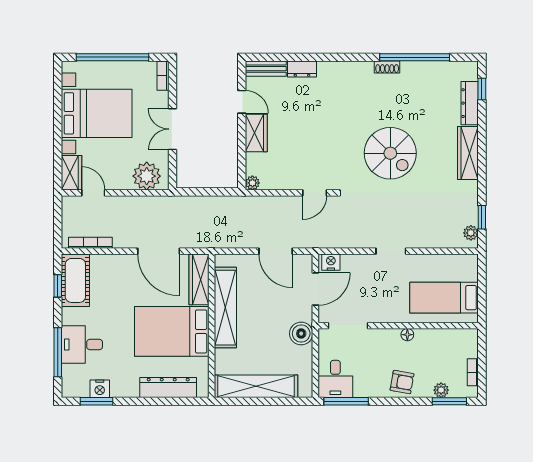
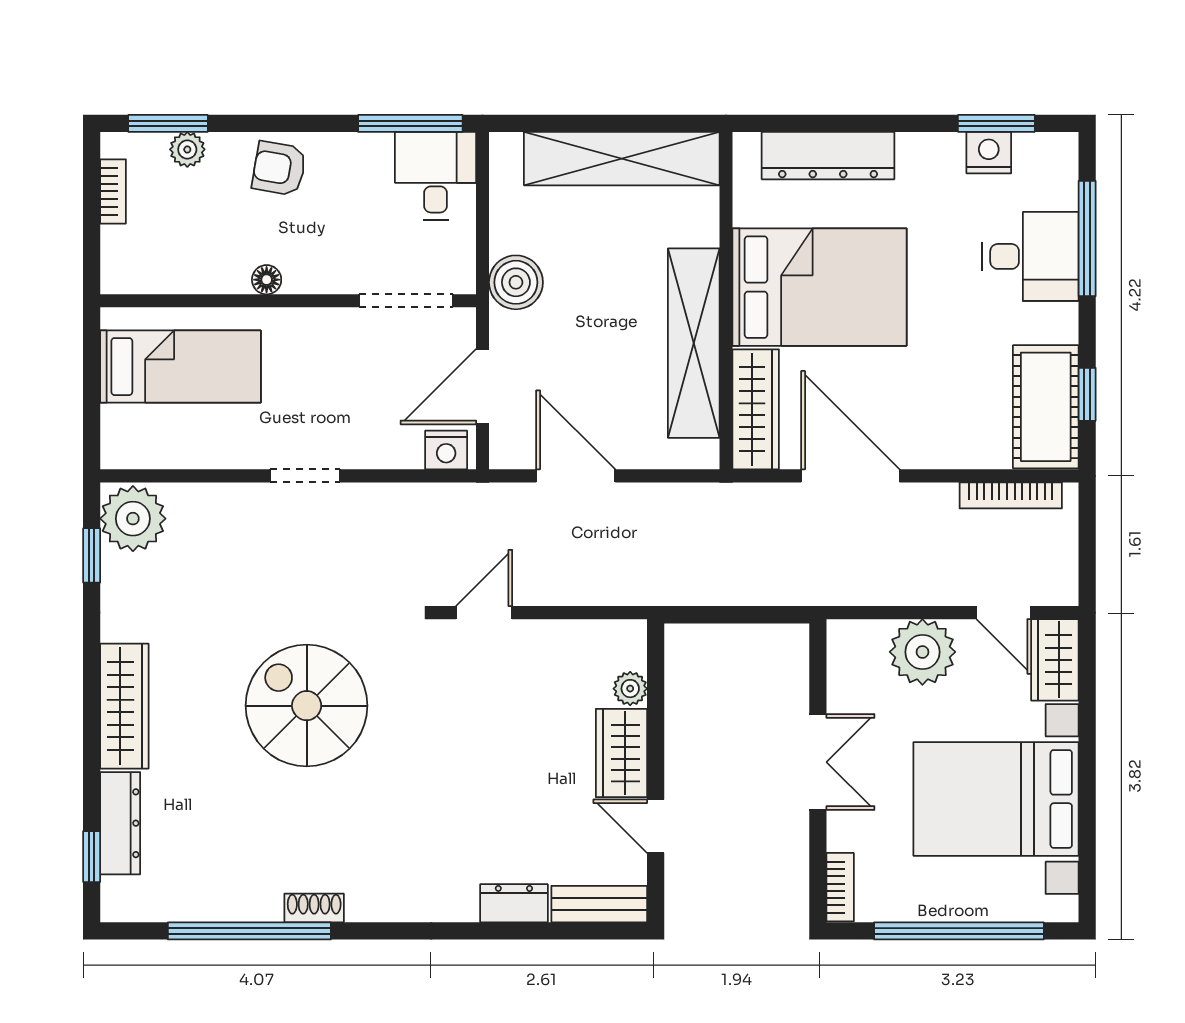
plant: (147, 176) -> (922, 652), moved
plant: (252, 183) -> (630, 689), moved
plant: (471, 233) -> (133, 519), width x1.88, depth x1.88

